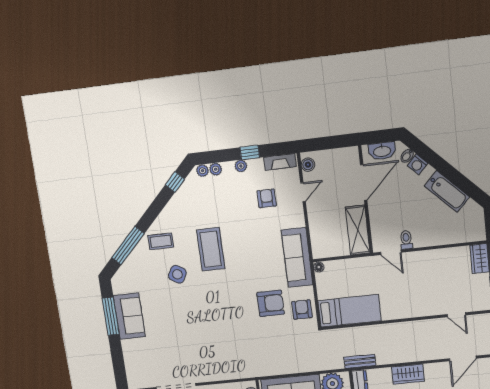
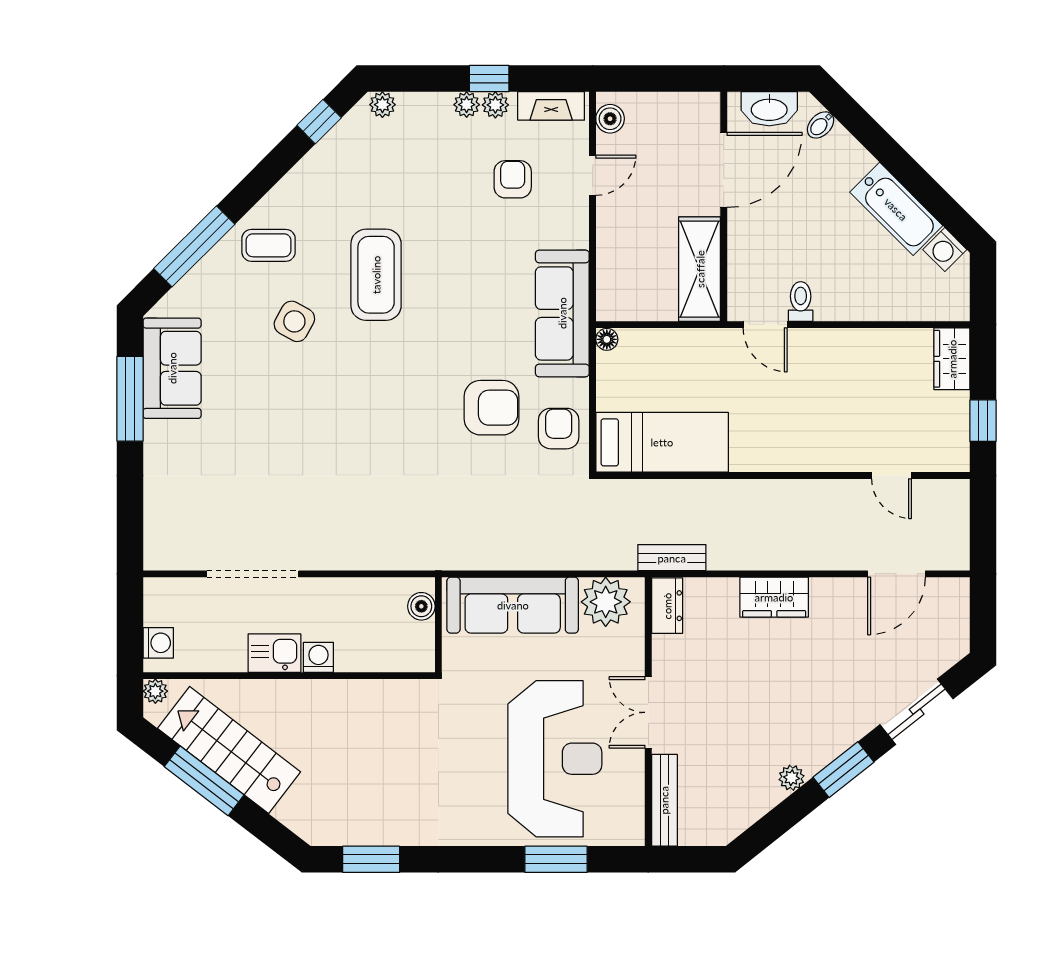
washing machine: (418, 164) -> (945, 250), moved
plant: (216, 169) -> (495, 105), moved
sofa: (129, 316) -> (172, 368), moved

